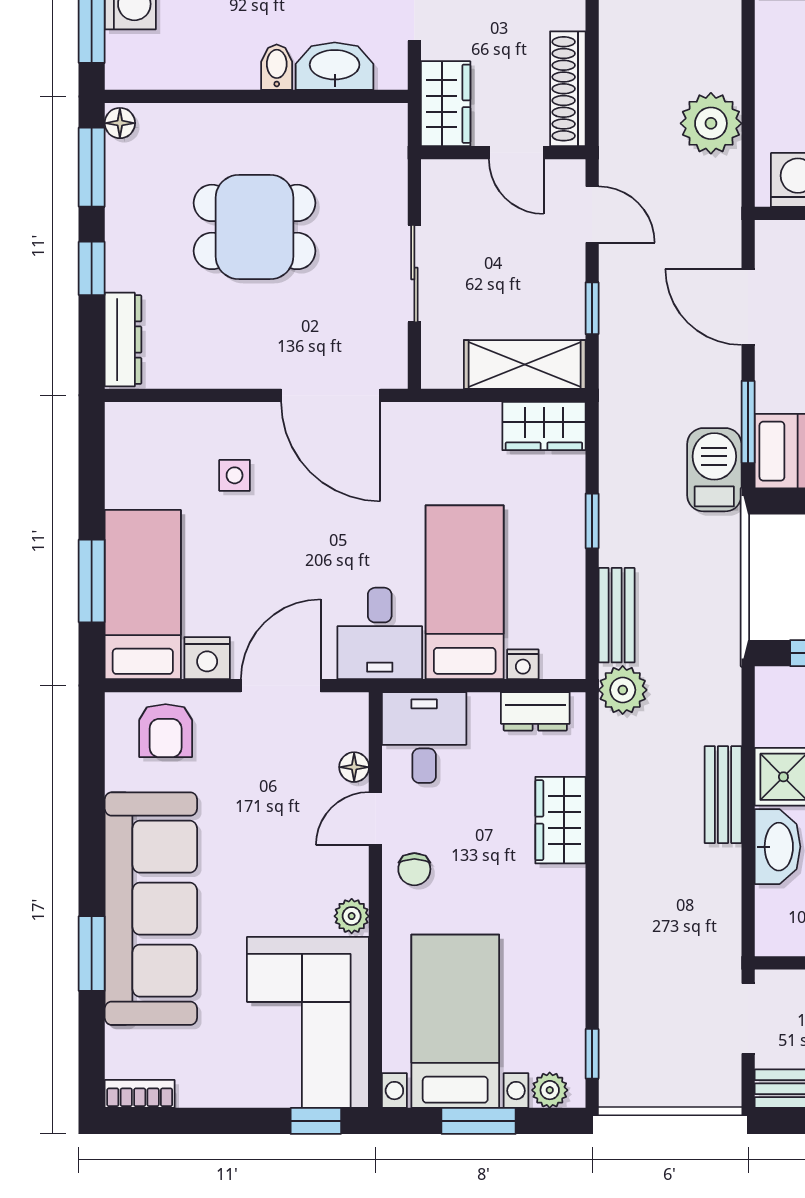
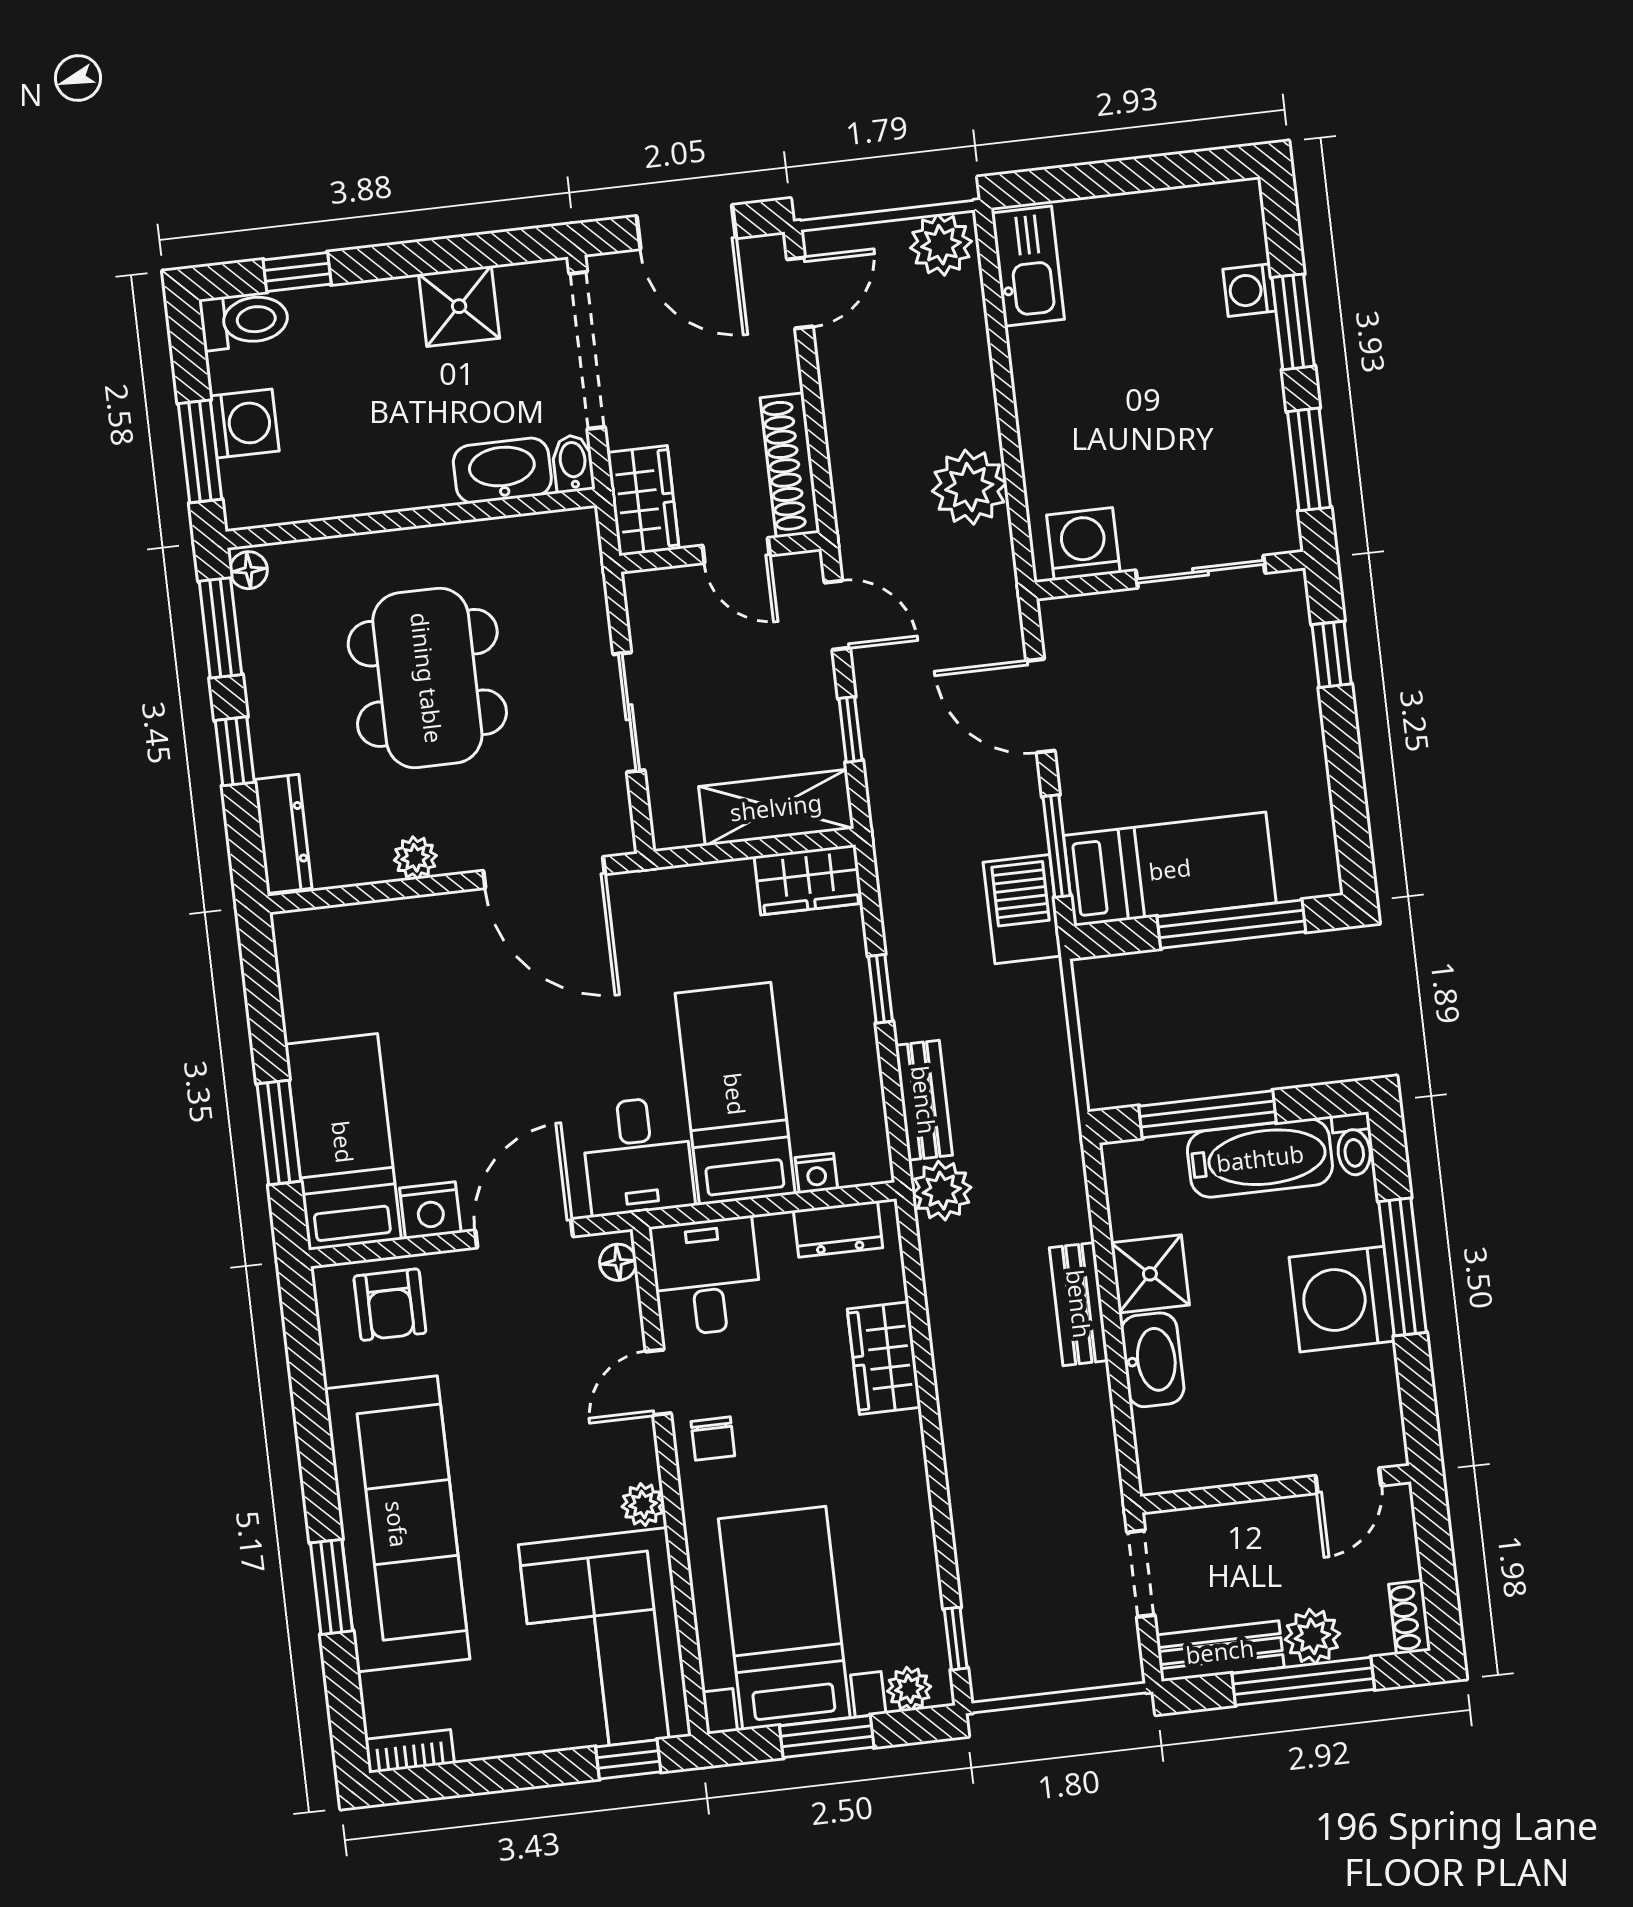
bidet: (277, 67) -> (573, 464), moved
dining table: (254, 227) -> (427, 678), width x1.38
plant: (228, 371) -> (415, 858), added
side table: (235, 475) -> (438, 984), removed
floor lamp: (354, 767) -> (618, 1262), moved

